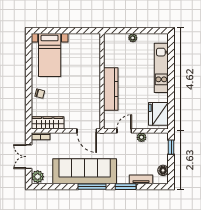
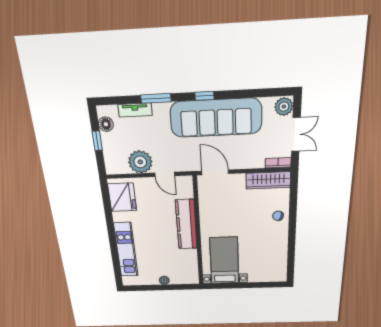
bed with nightstands: (50, 55) -> (224, 261), moved
door: (124, 131) -> (165, 174), hinge flipped
plant: (141, 137) -> (140, 162), width x1.87, depth x1.87
window: (171, 147) -> (97, 141), moved
window: (92, 187) -> (204, 96), width x0.46

